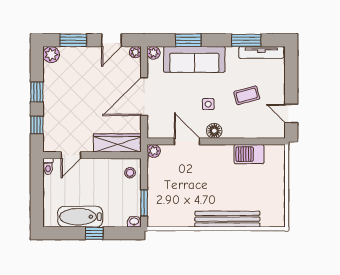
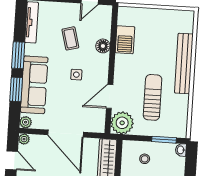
window: (246, 40) -> (18, 55), moved
floor lamp: (214, 131) -> (103, 46), moved
plant: (154, 151) -> (122, 123), width x1.88, depth x1.88
stool: (130, 173) -> (145, 159), moved
sun lounger: (189, 188) -> (153, 97), added

